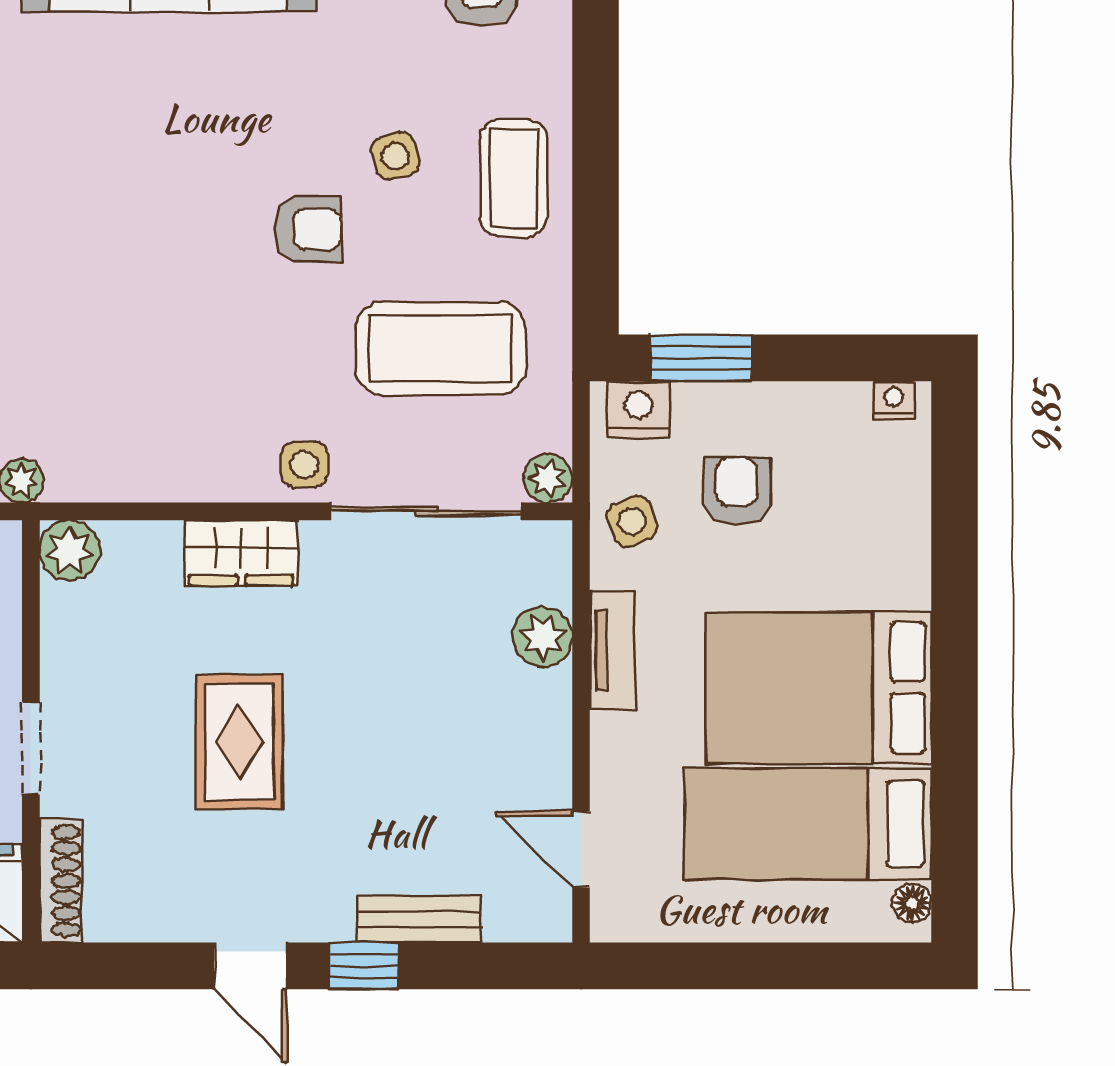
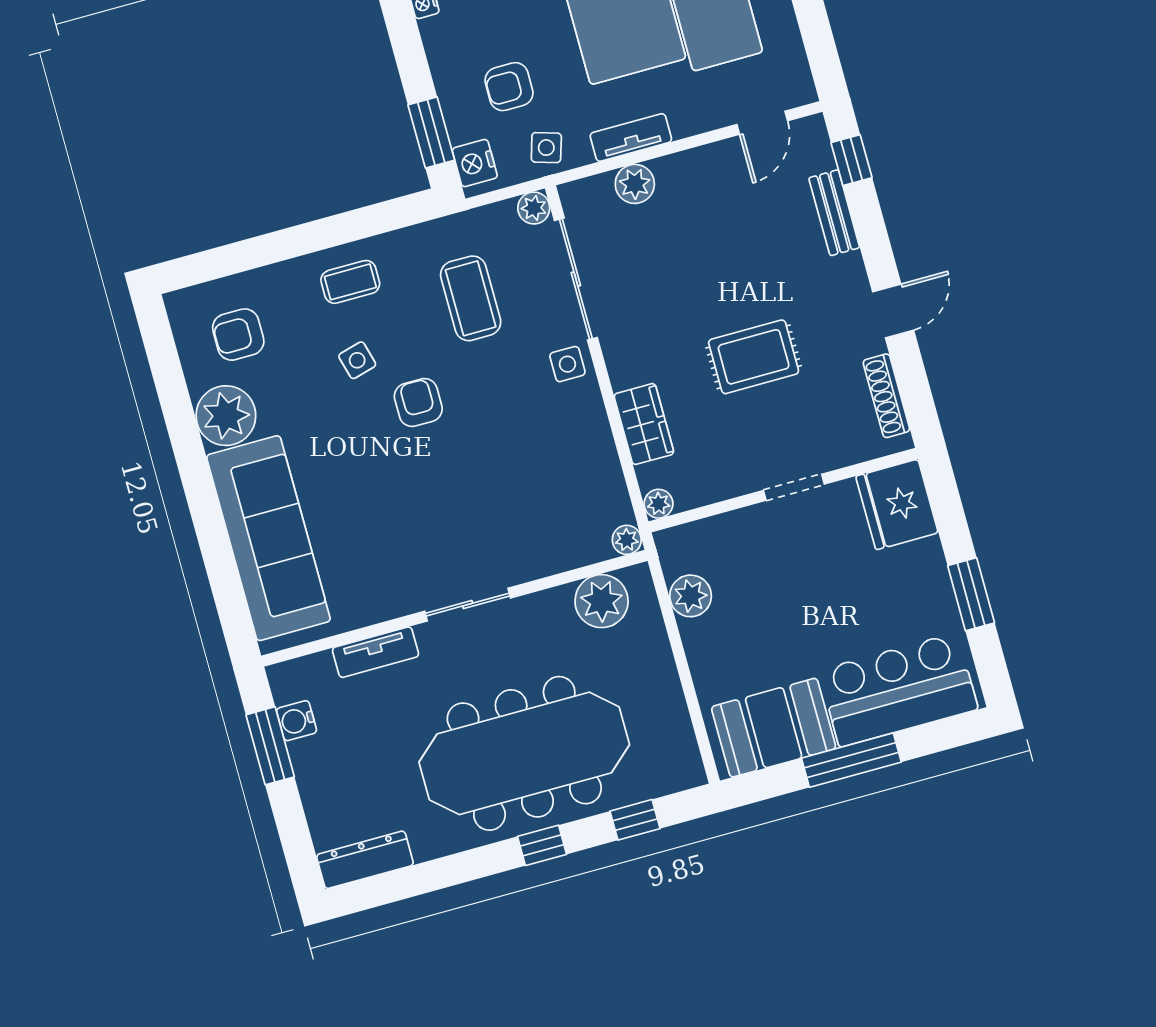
coffee table: (514, 178) -> (350, 282), width x0.73, depth x0.77
coffee table: (441, 349) -> (471, 298), width x0.73, depth x0.76
side table: (632, 521) -> (546, 148), turned 38
plant: (70, 550) -> (658, 504), width x0.73, depth x0.73
wardrobe: (241, 553) -> (644, 424), moved
shoe rack: (61, 881) -> (886, 396), moved, turned -90
window: (364, 966) -> (852, 160), moved

